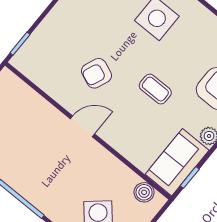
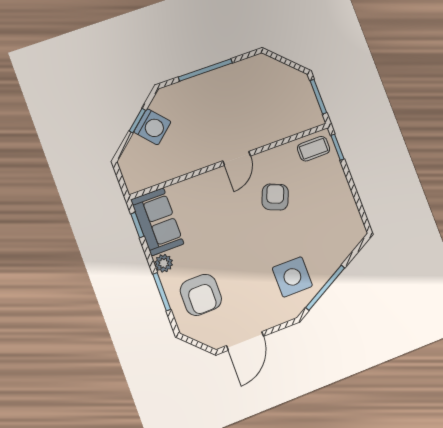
coffee table: (155, 89) -> (314, 149), moved
boiler: (144, 192) -> (148, 178), removed

